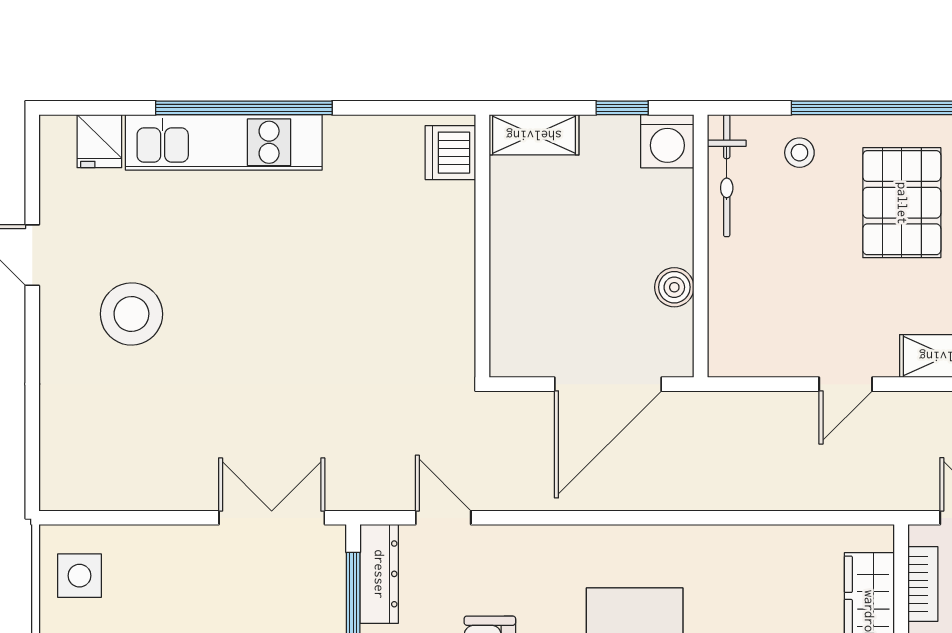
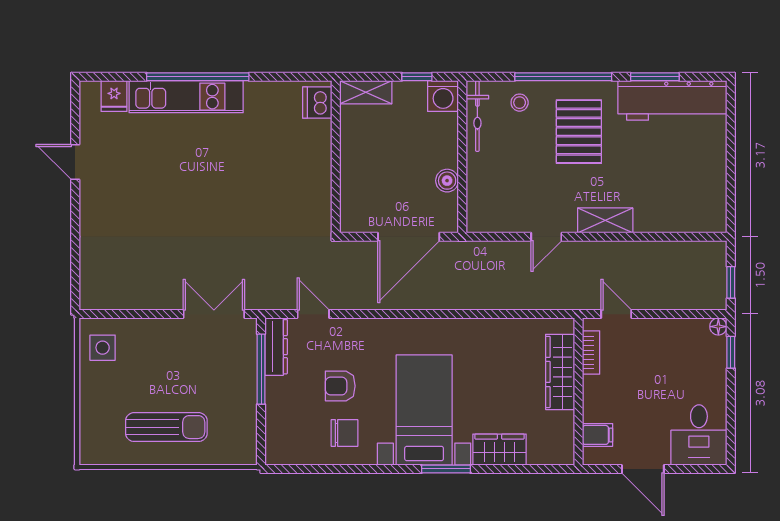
stool: (131, 314) -> (133, 196), removed

